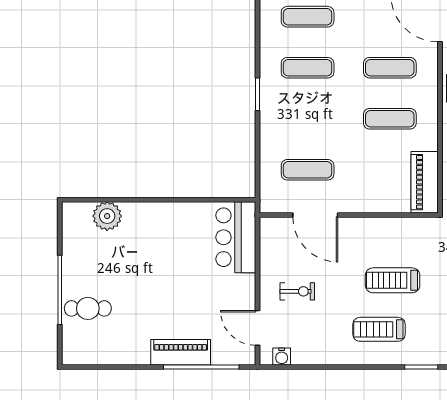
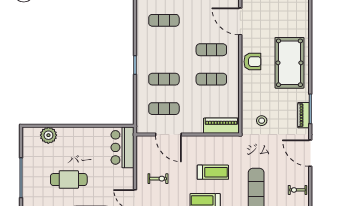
exercise mat: (308, 68) -> (164, 79), moved
piano: (425, 182) -> (221, 126), moved, turned 90
treadmill: (393, 280) -> (213, 172), turned 180
cafe table: (88, 308) -> (69, 180), moved, width x1.37, depth x1.35

